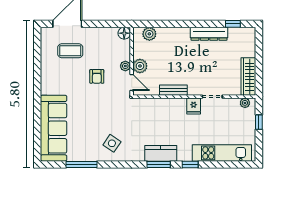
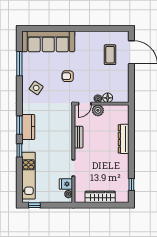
floor lamp: (124, 33) -> (108, 98), moved
plant: (149, 34) -> (123, 118), removed
dresser: (209, 34) -> (124, 139), moved
armchair: (97, 76) -> (68, 76), moved
wardrobe: (248, 77) -> (100, 197), moved
fridge: (194, 106) -> (66, 184), moved
window: (259, 122) -> (34, 205), moved

